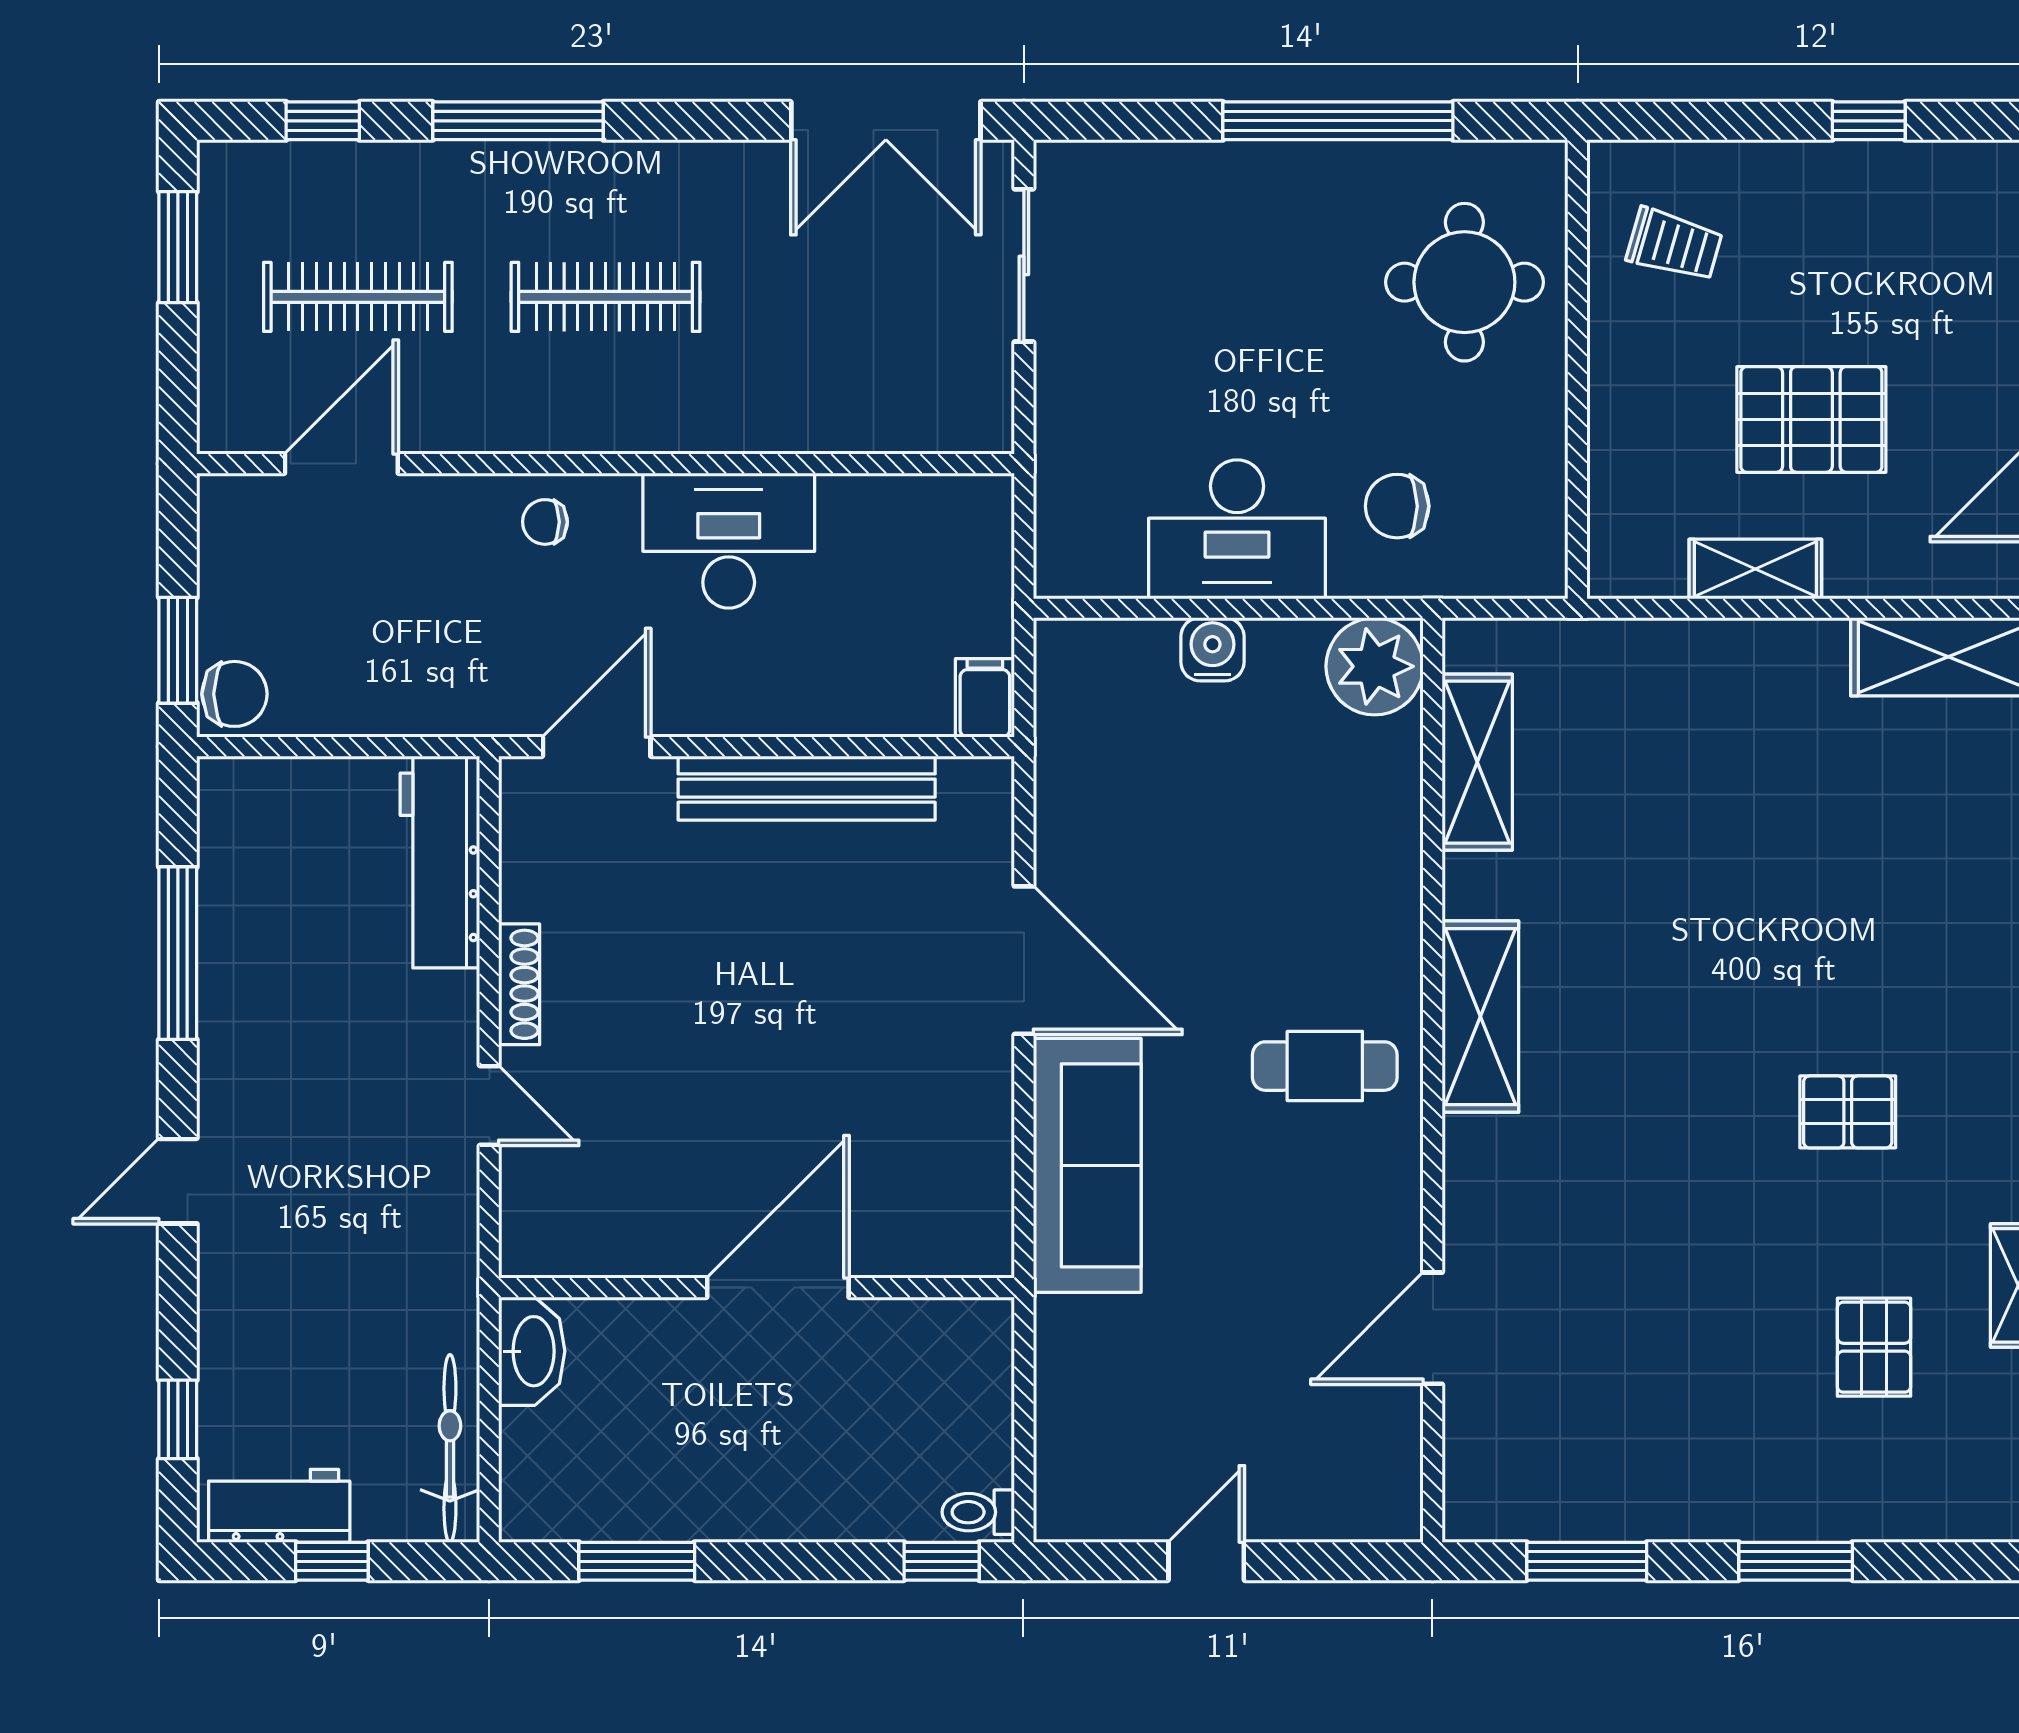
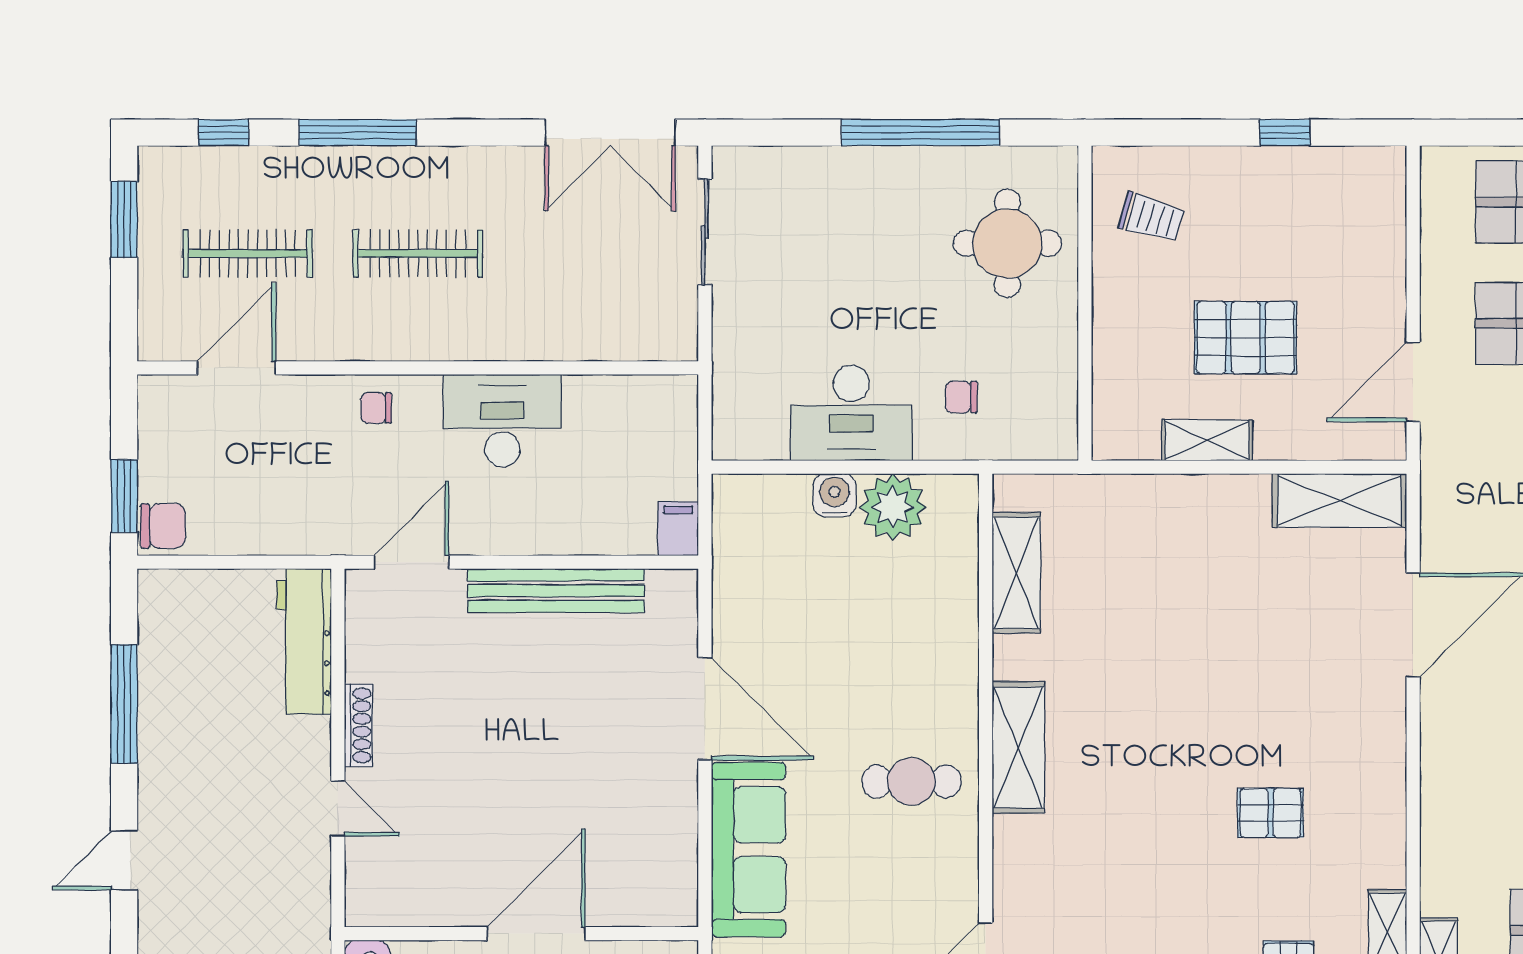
chair: (1397, 506) -> (961, 397), width x0.73, depth x0.73
plant: (1375, 666) -> (893, 507), moved

